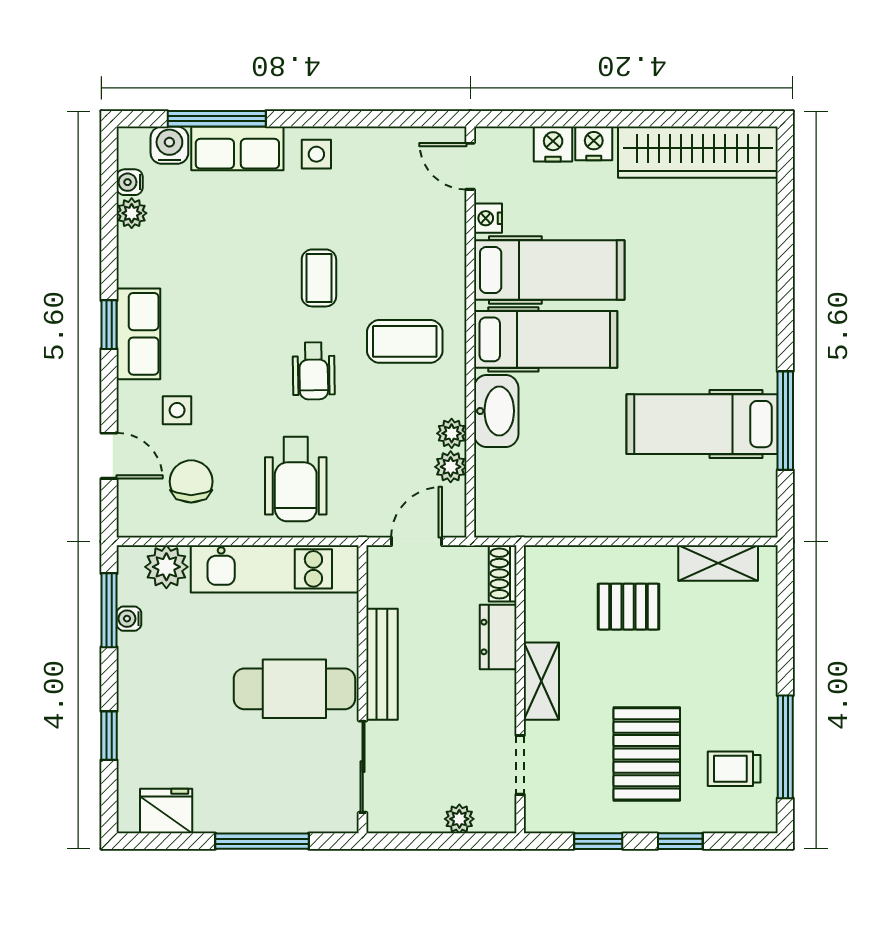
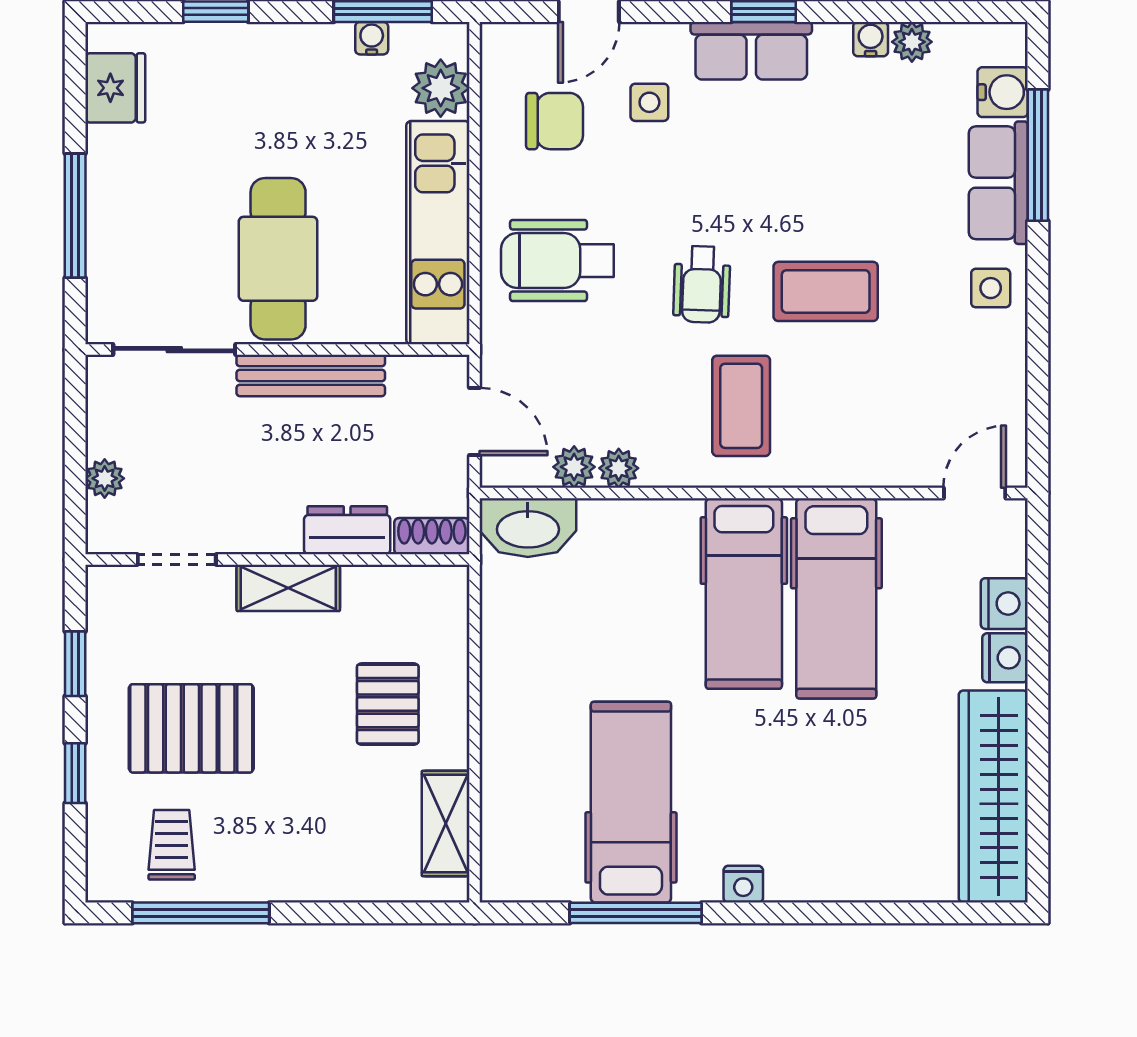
water cooler: (130, 182) -> (871, 39), moved
nightstand: (488, 218) -> (743, 884), moved, turned 180
coffee table: (319, 278) -> (826, 291), width x1.36, depth x1.30
wheelchair: (314, 371) -> (702, 284), turned -87
washbasin: (496, 411) -> (528, 528), moved

